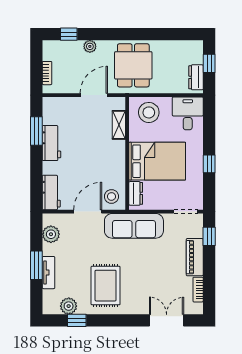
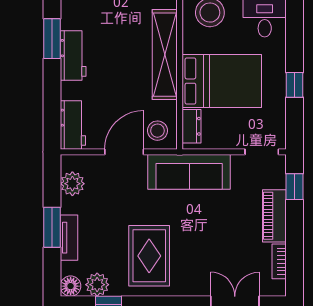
shelving: (119, 125) -> (165, 55), width x2.20, depth x1.33
floor lamp: (50, 307) -> (71, 286), added

